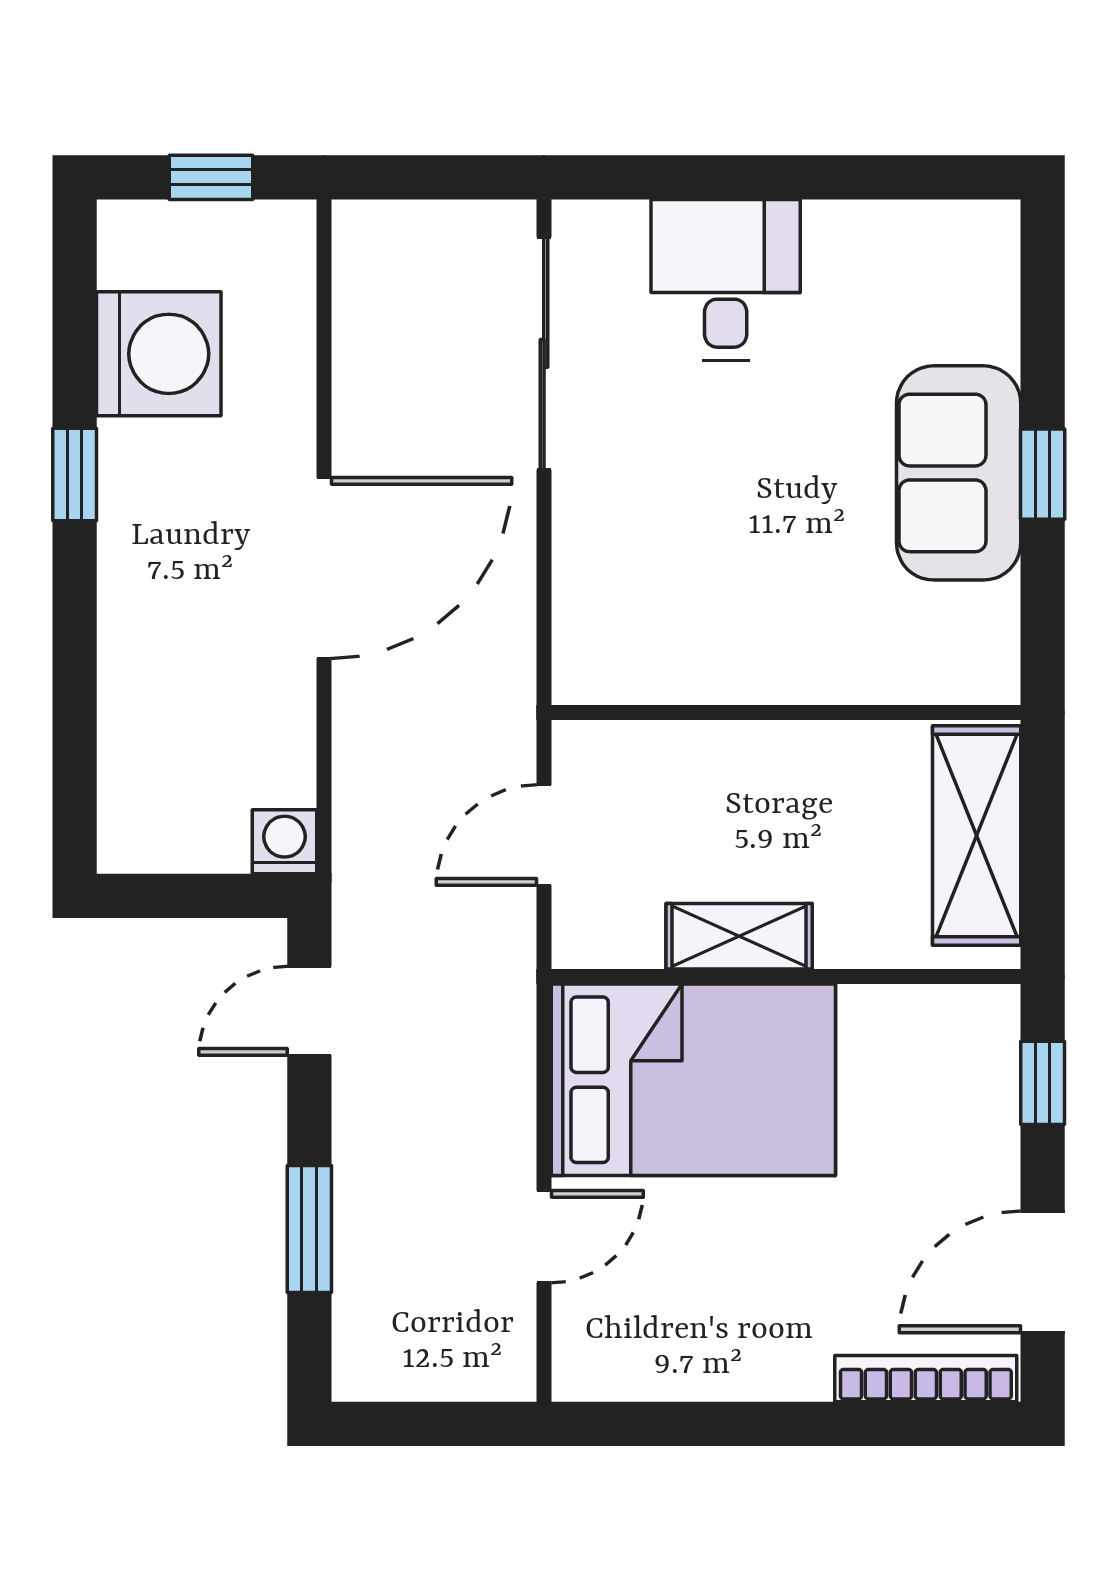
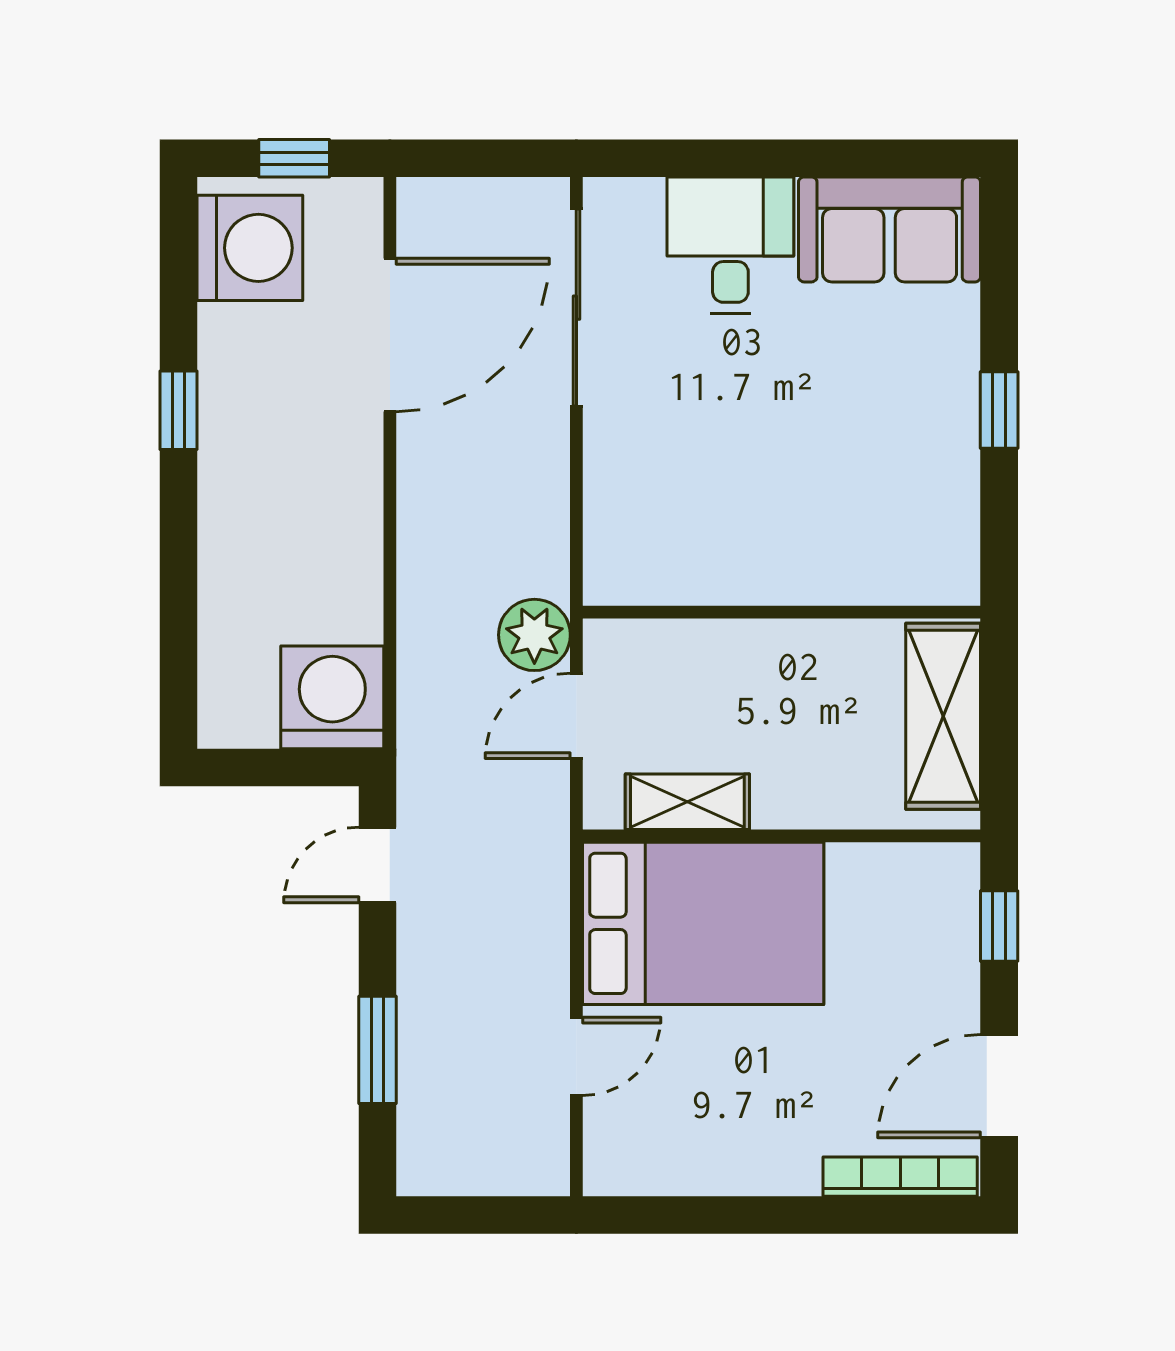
washing machine: (159, 354) -> (250, 248), moved
sofa: (959, 473) -> (890, 229), moved, turned -90
door: (324, 568) -> (390, 335), moved
plant: (494, 740) -> (534, 635), added
washing machine: (285, 842) -> (332, 697), width x1.89, depth x1.89
shelving: (739, 936) -> (687, 802), moved

